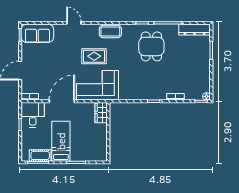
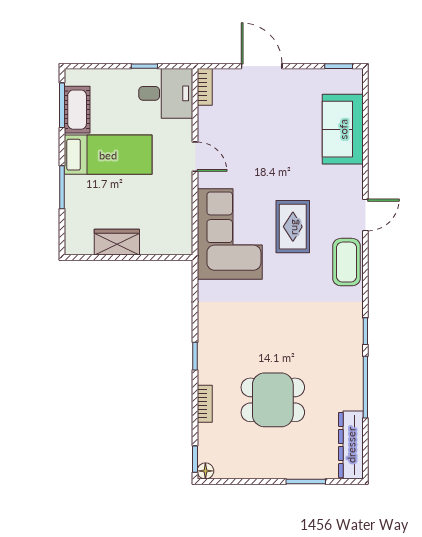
door: (74, 23) -> (365, 215), moved
sofa: (37, 33) -> (343, 129), moved
dining table: (151, 46) -> (273, 400), moved
door: (62, 101) -> (195, 157), width x0.53
wardrobe: (101, 113) -> (117, 242), moved

